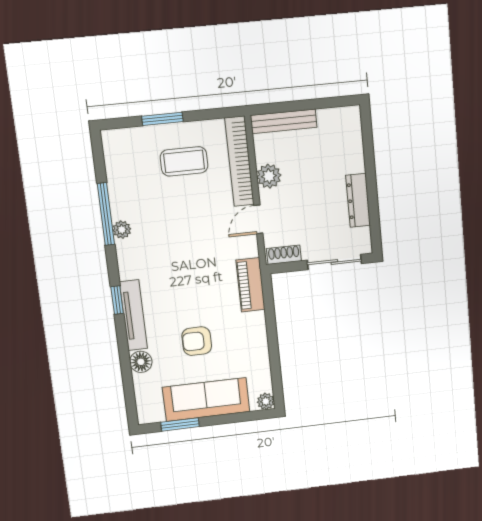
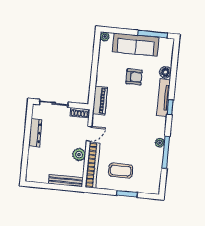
window: (180, 424) -> (152, 34), width x1.44

